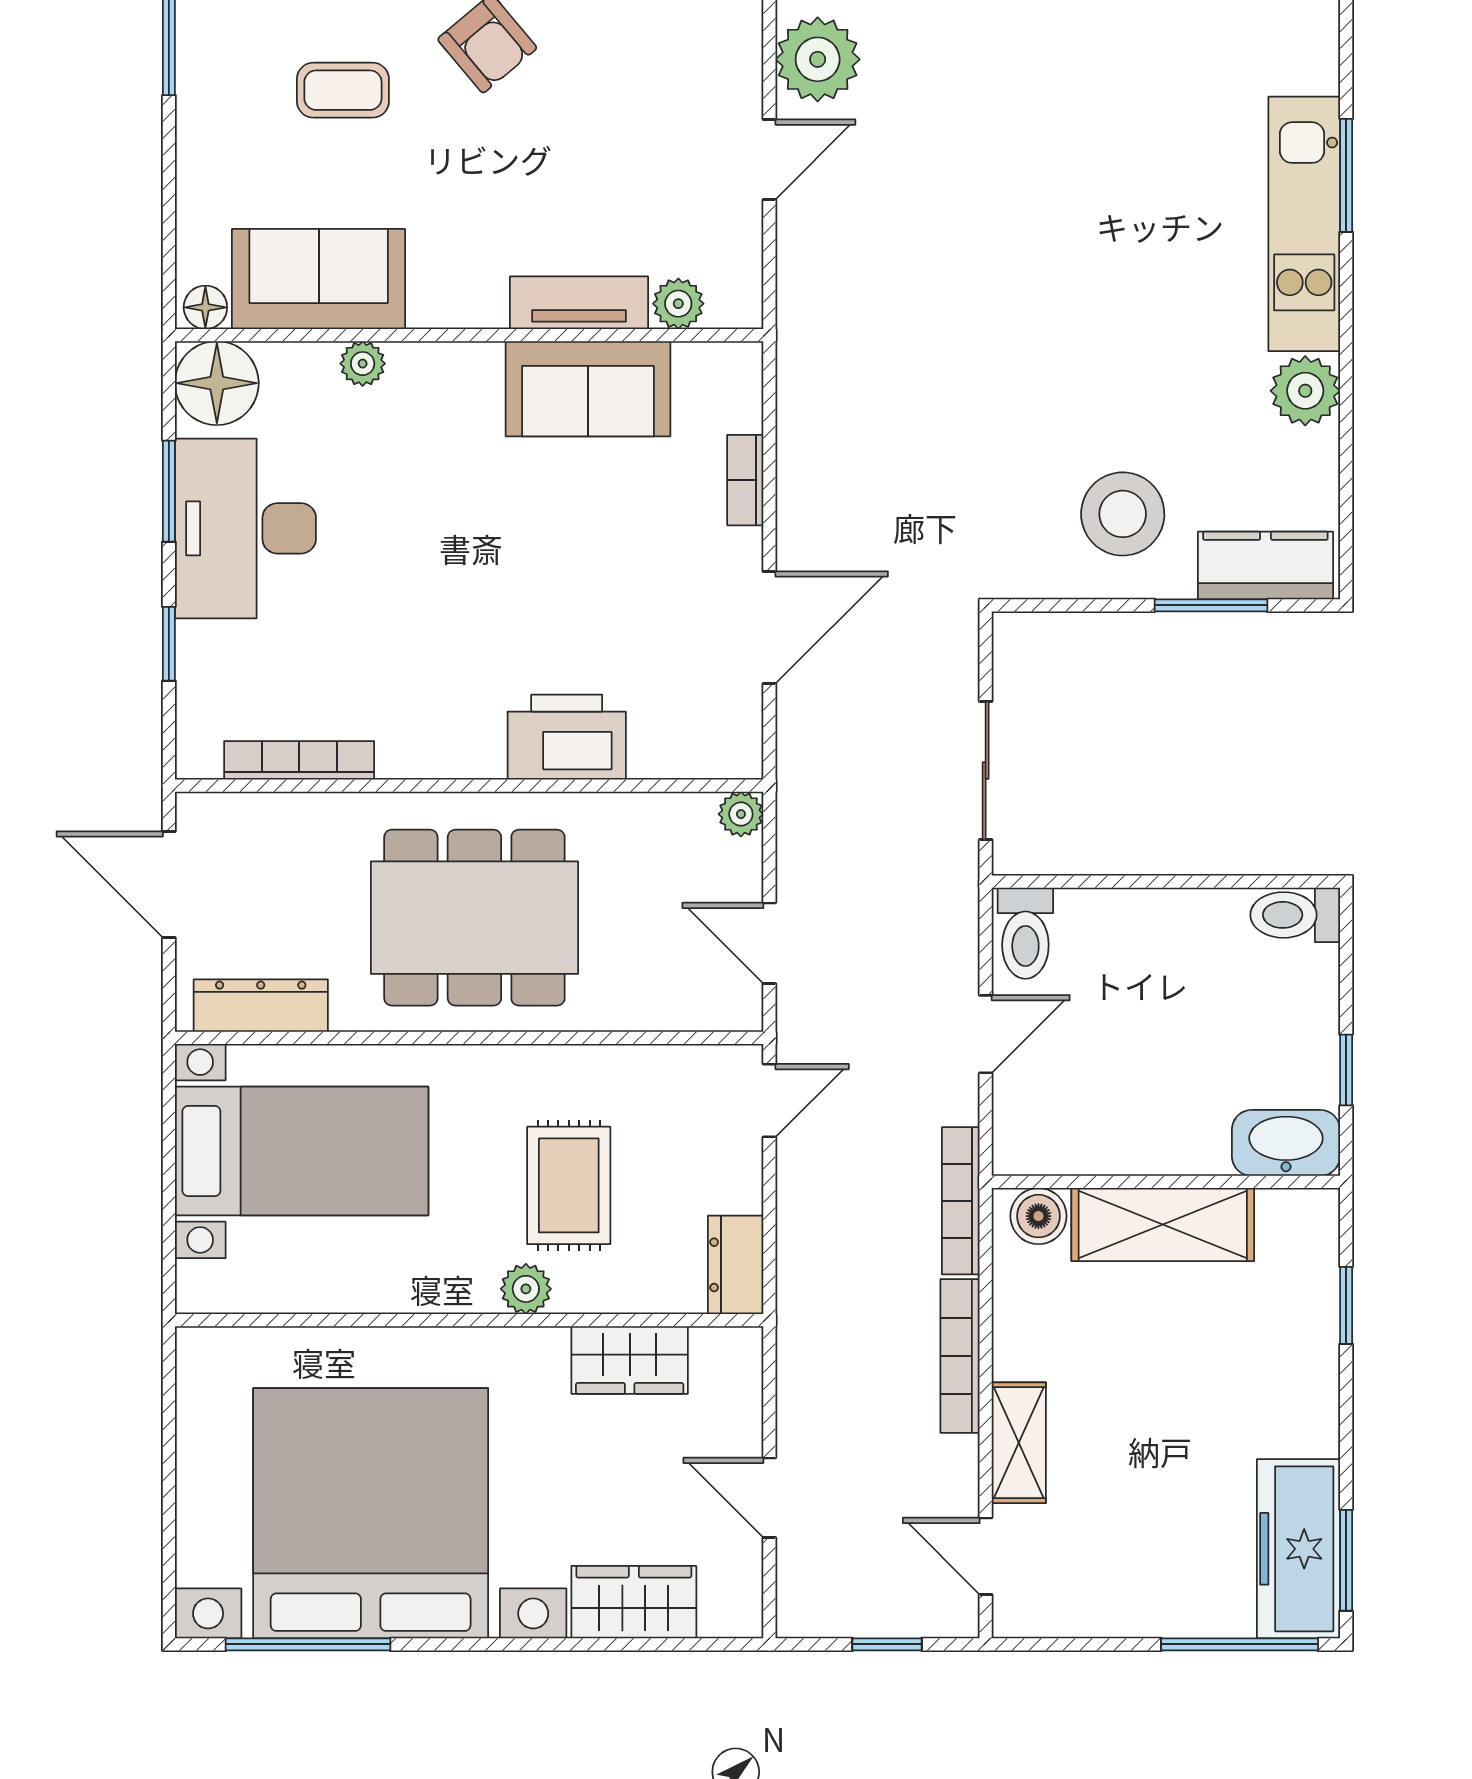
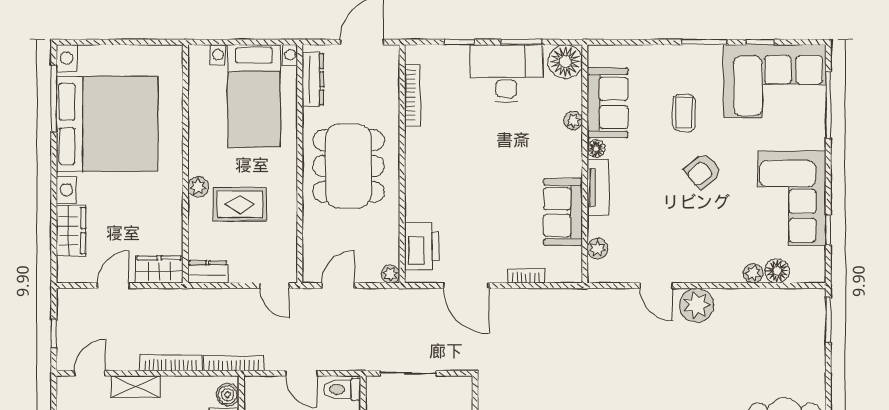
tv unit: (579, 303) -> (598, 187), moved
floor lamp: (205, 307) -> (596, 149), moved
printer: (567, 737) -> (422, 246), moved
wardrobe: (630, 1360) -> (159, 269), moved, turned 90

